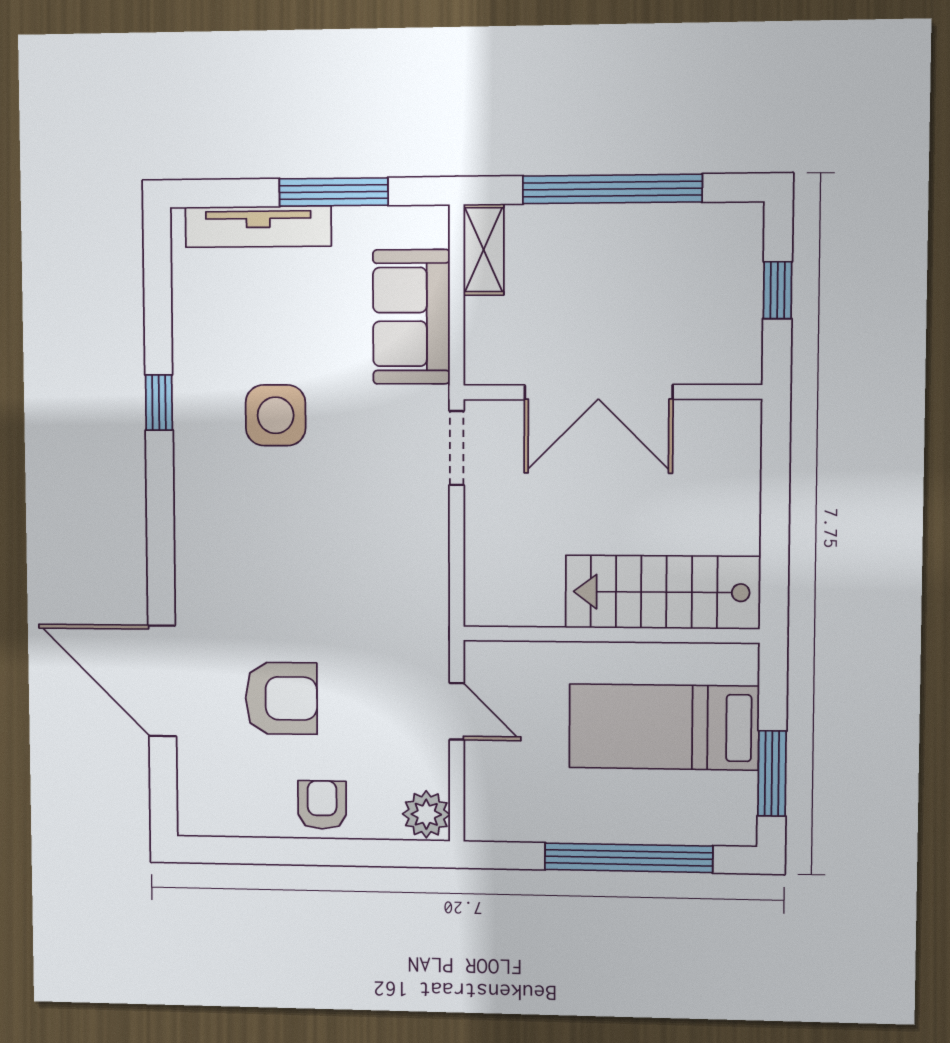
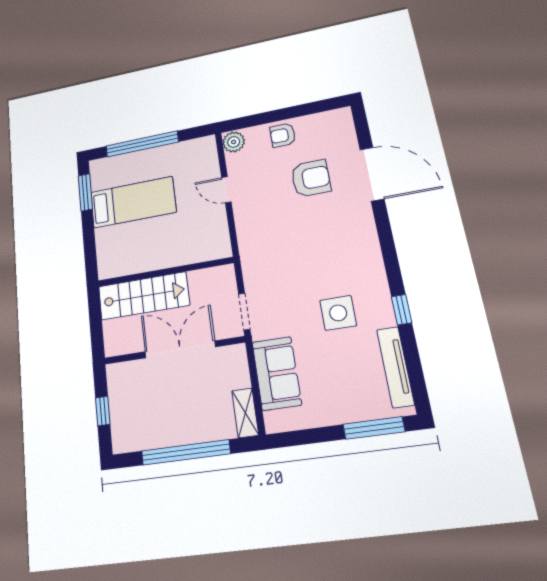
window: (334, 192) -> (374, 428), moved
tv unit: (258, 227) -> (395, 367), moved, turned -90
stairs: (663, 592) -> (144, 296), moved
wall: (611, 635) -> (165, 272), moved
armchair: (281, 698) -> (311, 178), turned 180
armchair: (322, 805) -> (283, 135), turned 90

